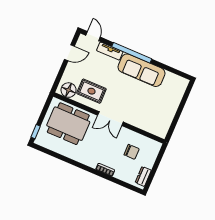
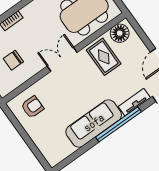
rug: (91, 91) -> (104, 57), turned 90
armchair: (156, 119) -> (32, 107), added

